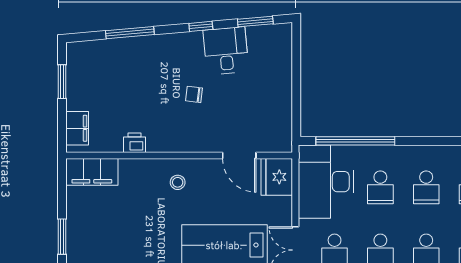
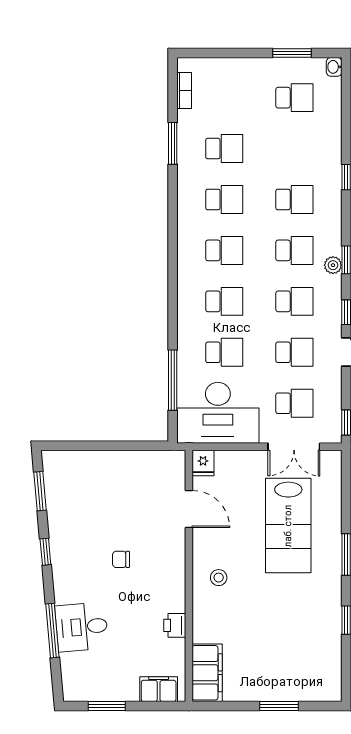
desk: (226, 51) -> (82, 627), moved
chair: (194, 94) -> (121, 559), turned 83
window: (355, 141) -> (173, 380), width x0.68
door: (239, 155) -> (189, 509), hinge flipped
fridge: (277, 177) -> (203, 463), width x0.53, depth x0.75

